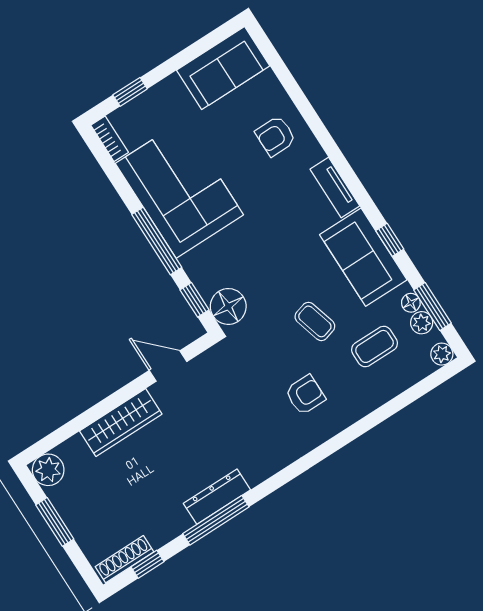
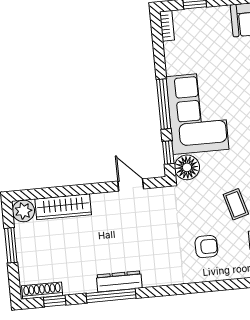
corner sofa: (179, 189) -> (197, 113), moved
wardrobe: (121, 423) -> (63, 207), moved

